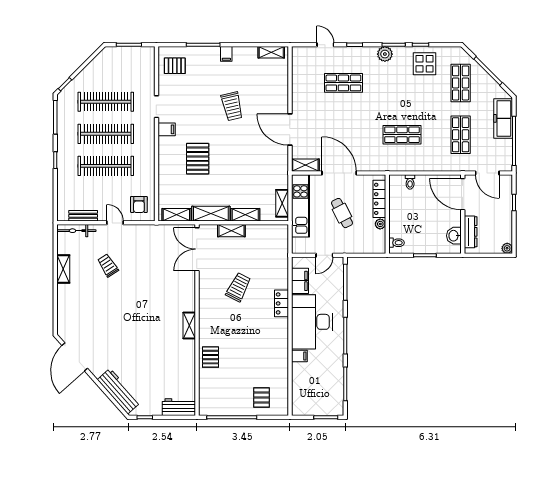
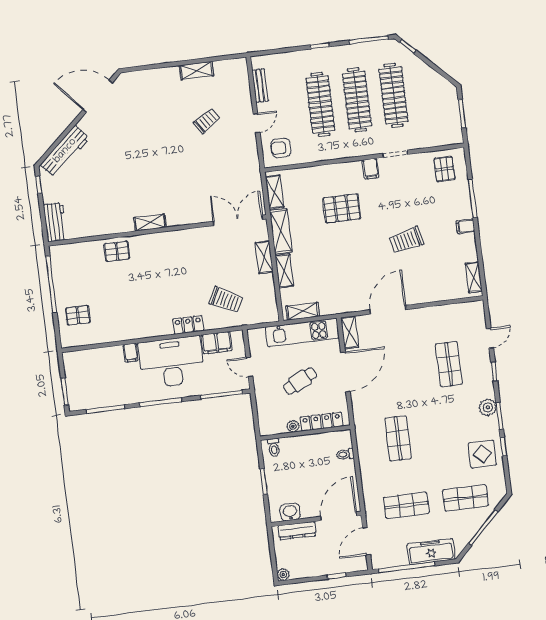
bicycle: (76, 231) -> (242, 80), removed
trolley: (238, 287) -> (226, 300), moved

